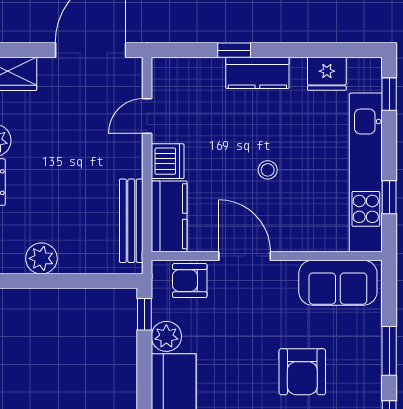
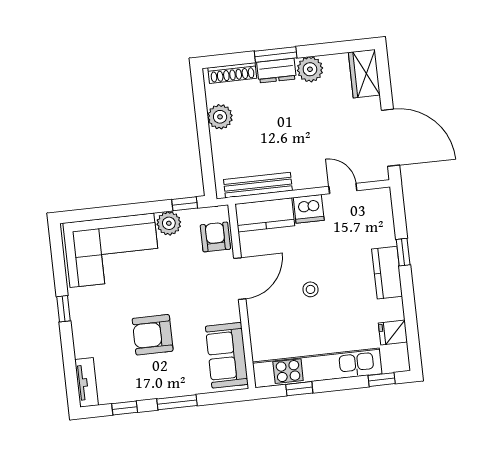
fridge: (327, 74) -> (393, 332), width x0.72

